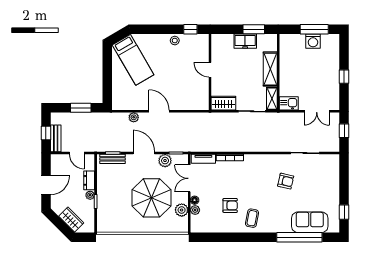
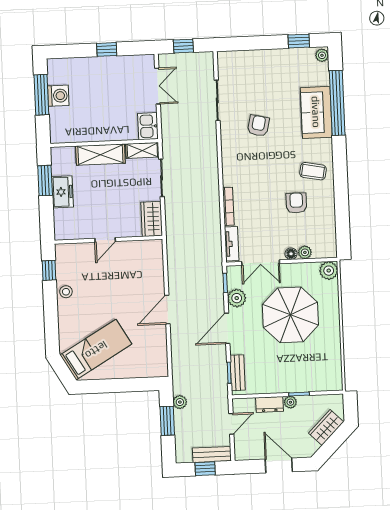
plant: (134, 117) -> (180, 402), moved
plant: (182, 210) -> (329, 271), moved
sofa: (310, 222) -> (316, 112), moved
plant: (333, 228) -> (322, 55), added

